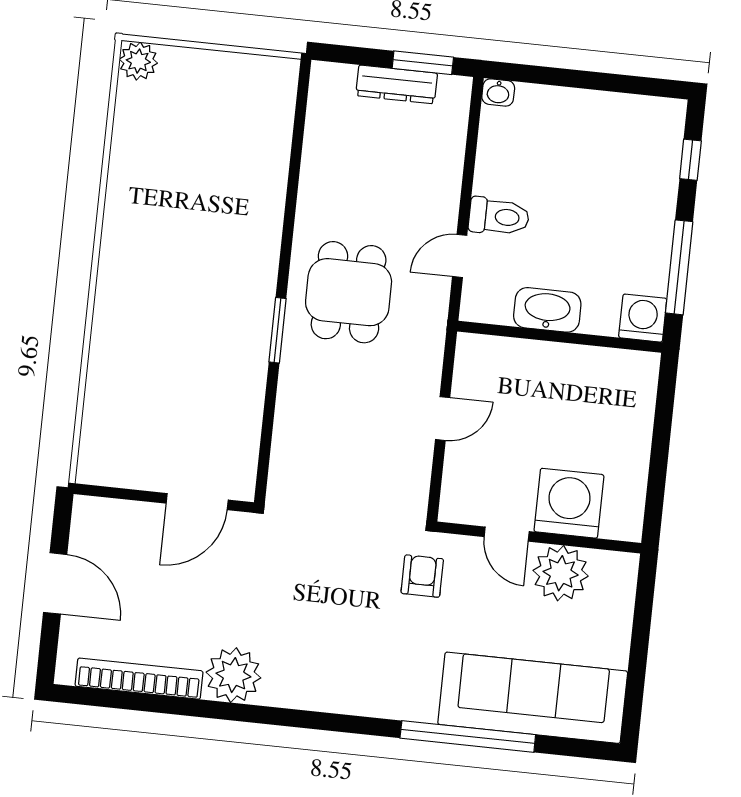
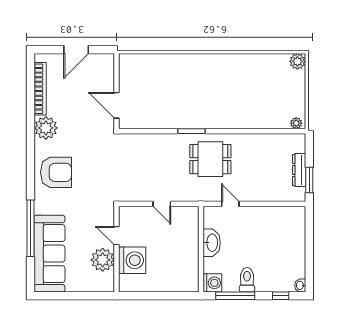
plant: (285, 79) -> (296, 123), added
washbasin: (498, 92) -> (300, 285), moved
toilet: (499, 217) -> (247, 280), moved, turned 180
door: (507, 534) -> (117, 236), hinge flipped
armchair: (422, 576) -> (56, 172), moved, width x1.88, depth x1.88

